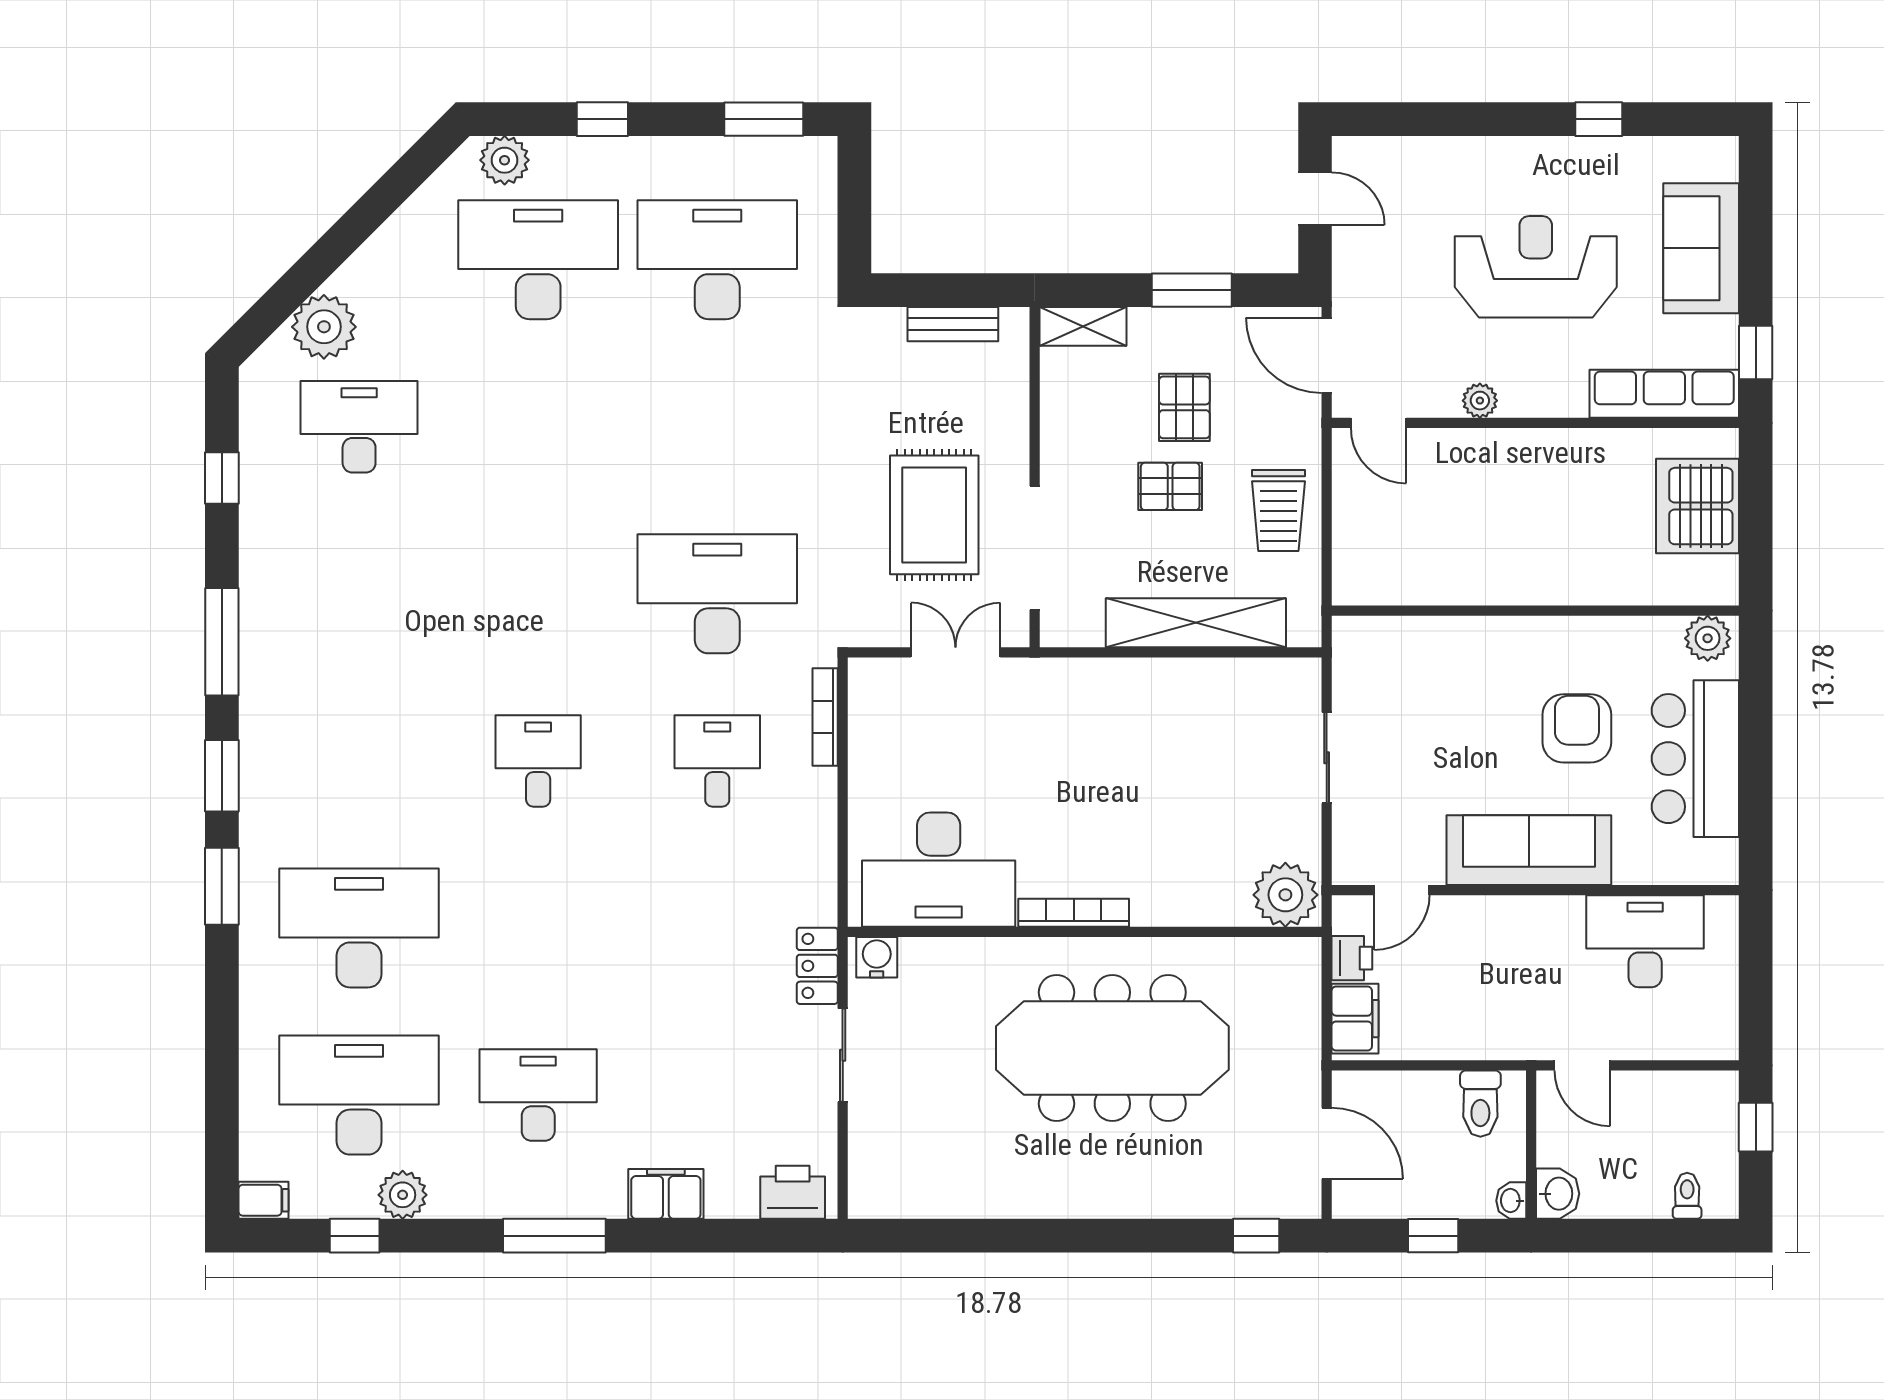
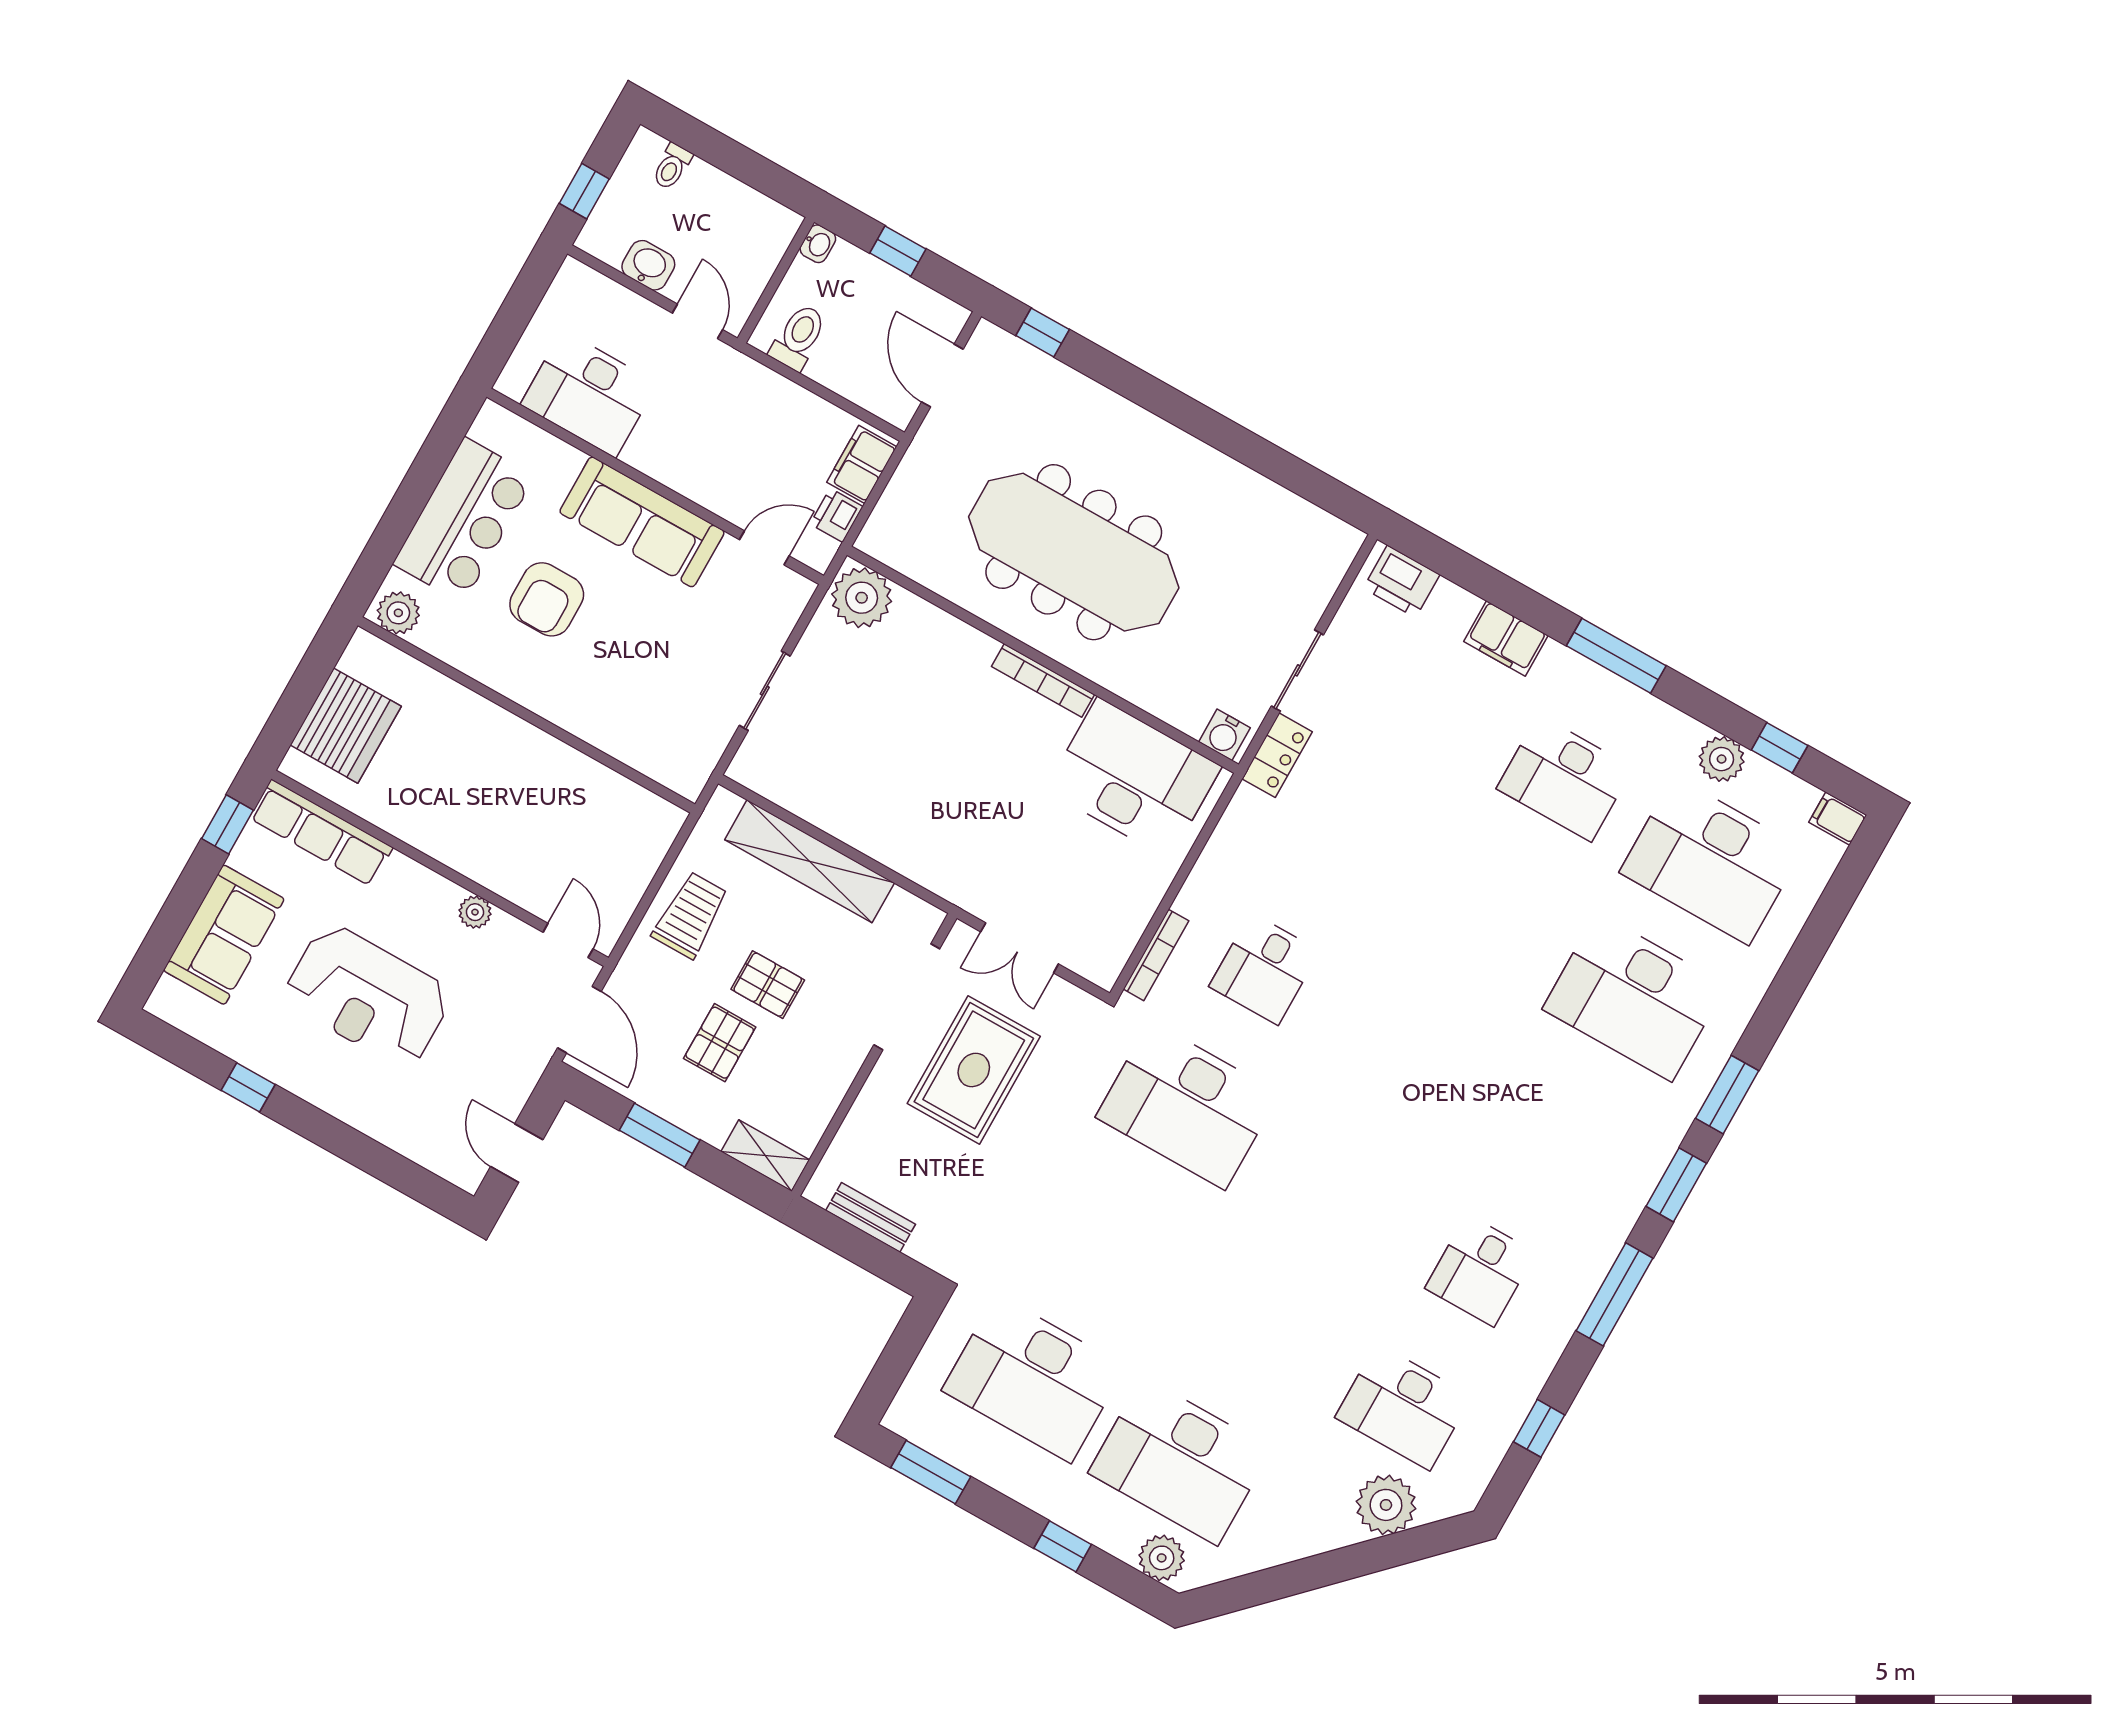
desk: (538, 761) -> (1480, 1270), moved
washbasin: (1558, 1194) -> (648, 265), moved, turned 90

